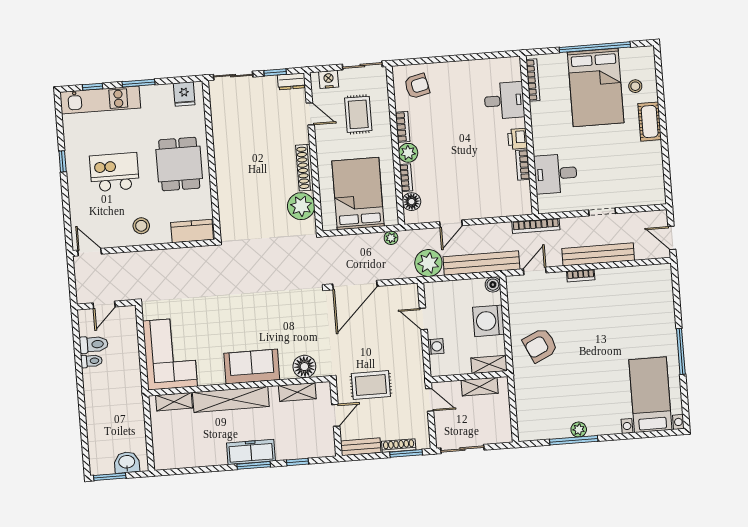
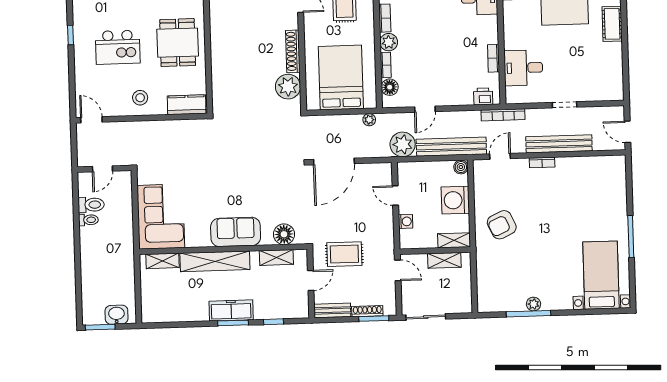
printer: (518, 139) -> (483, 96), moved, turned 90
kitchen island: (114, 172) -> (118, 47), turned 180

